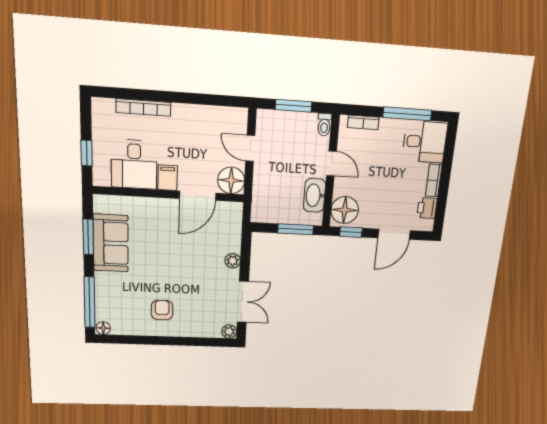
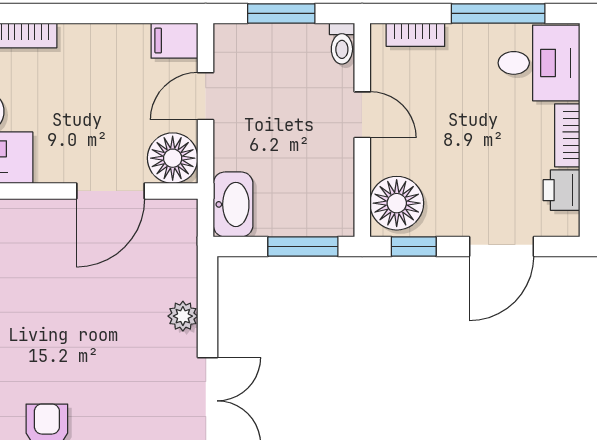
door: (250, 148) -> (206, 96), hinge flipped
filing cabinet: (168, 178) -> (175, 41), moved, turned -90
washbasin: (314, 195) -> (233, 204), moved, turned 180

